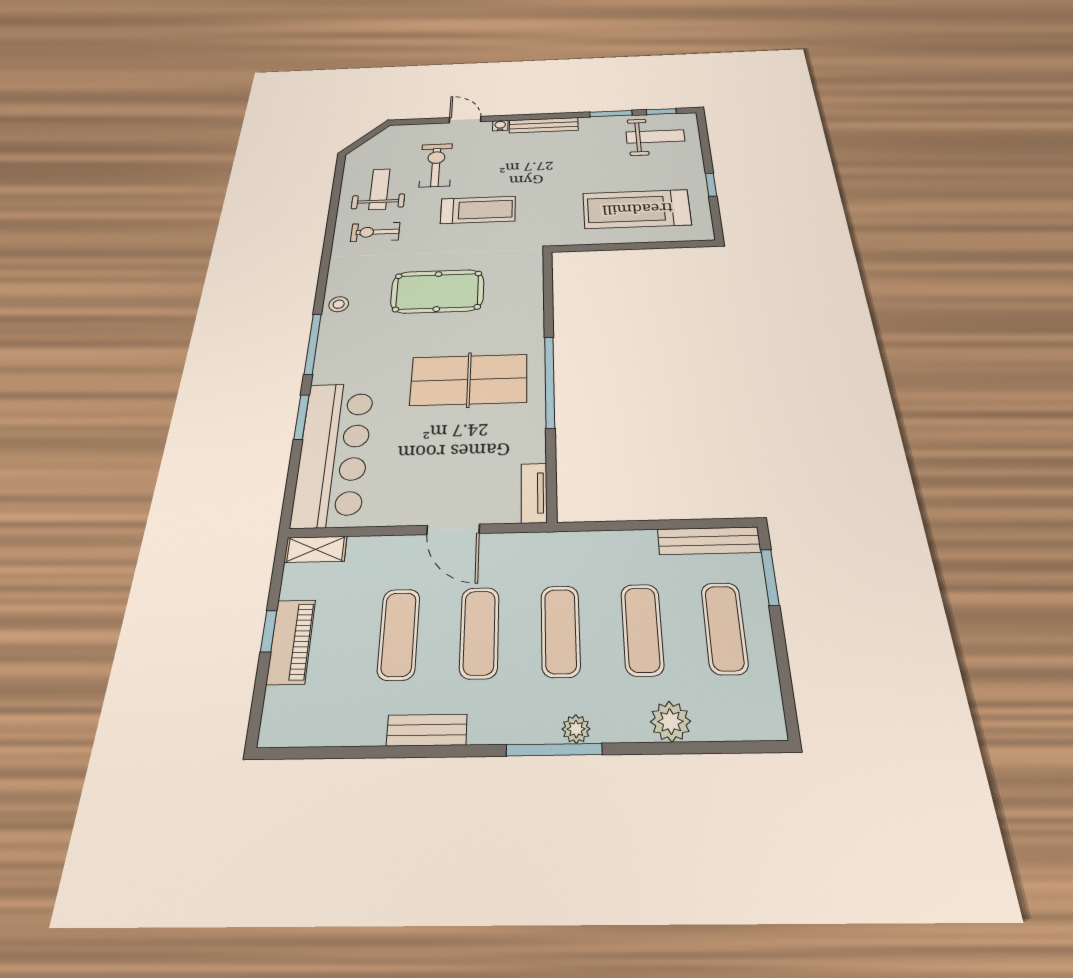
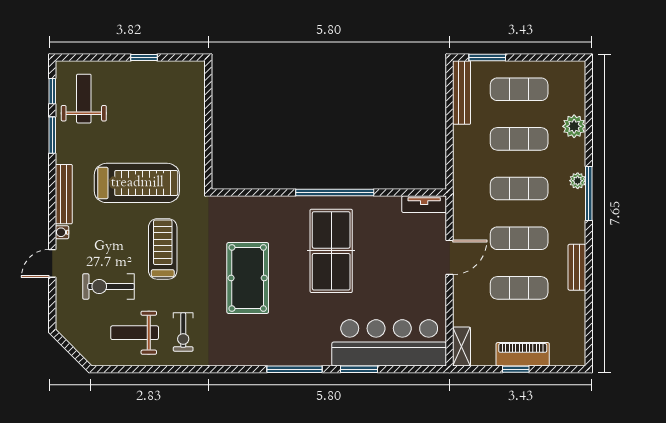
treadmill: (637, 209) -> (137, 183), moved, turned -90
stool: (339, 304) -> (257, 354), removed

